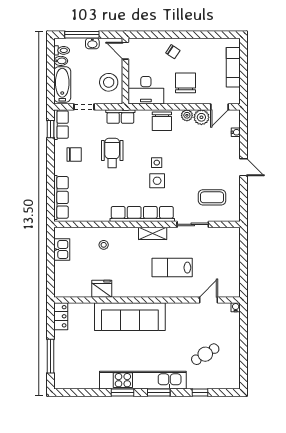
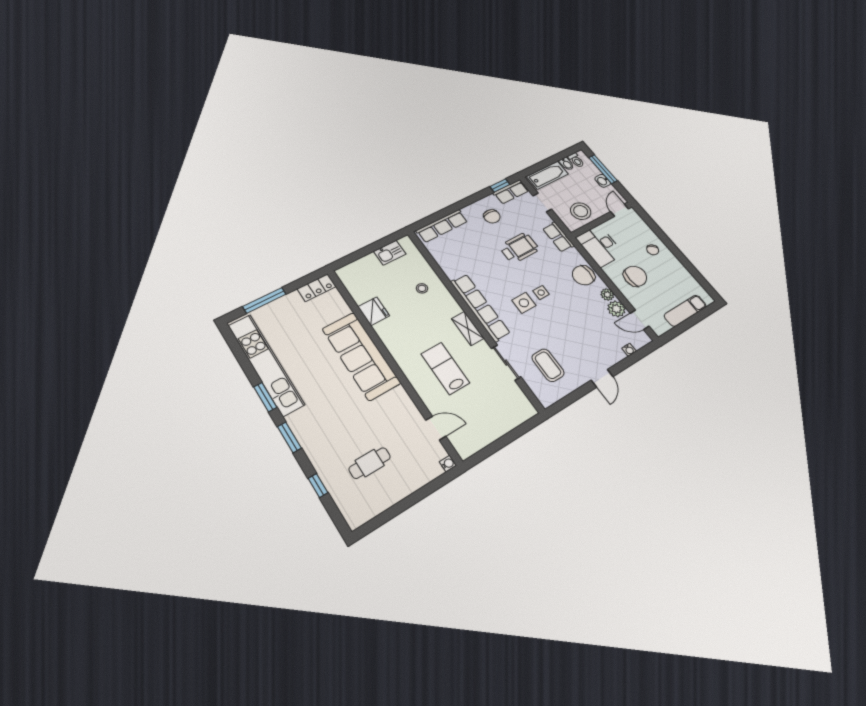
cafe table: (205, 354) -> (370, 463), turned -58
kitchen unit: (143, 380) -> (266, 364), moved

